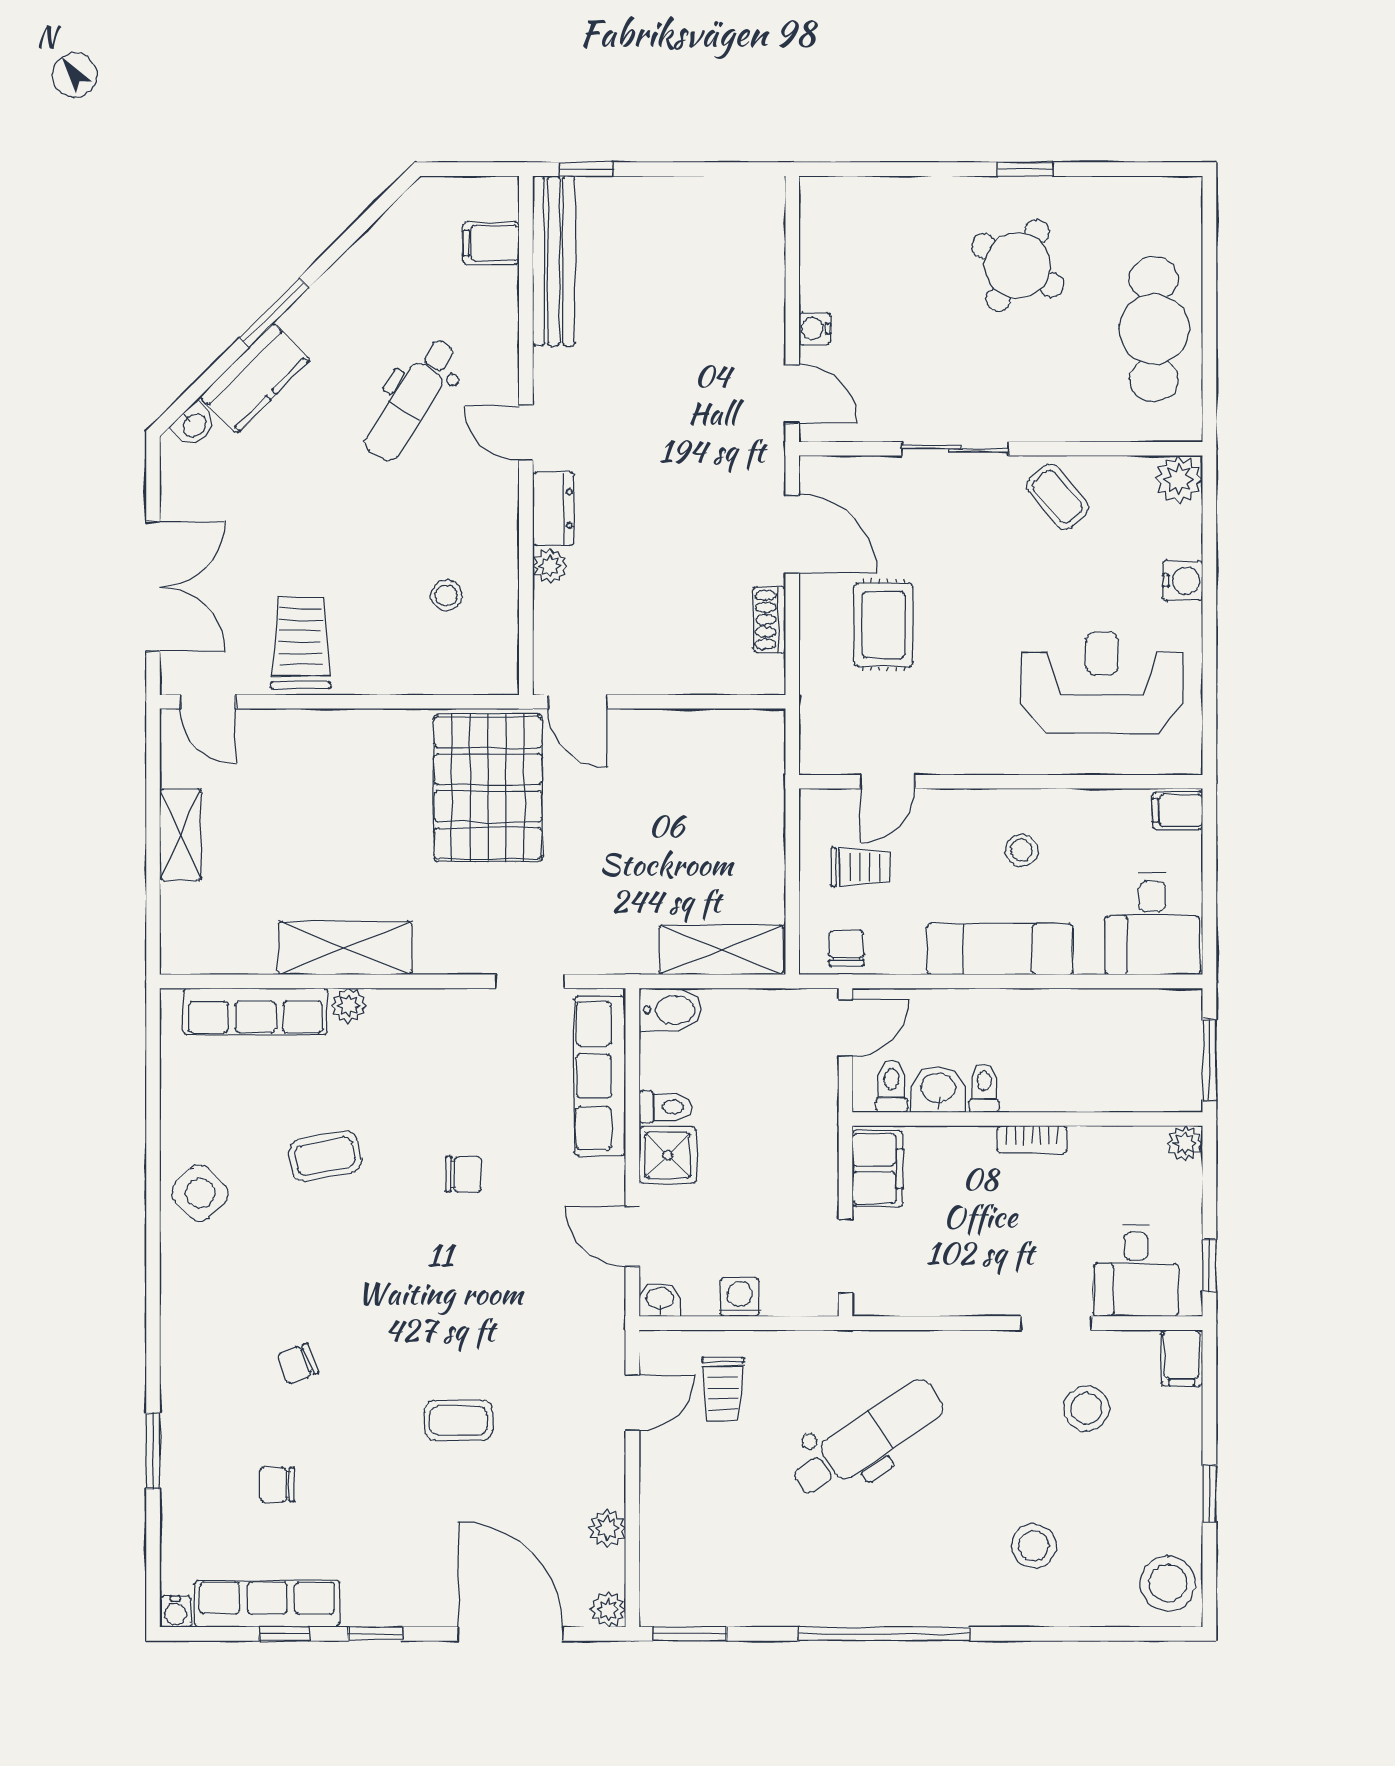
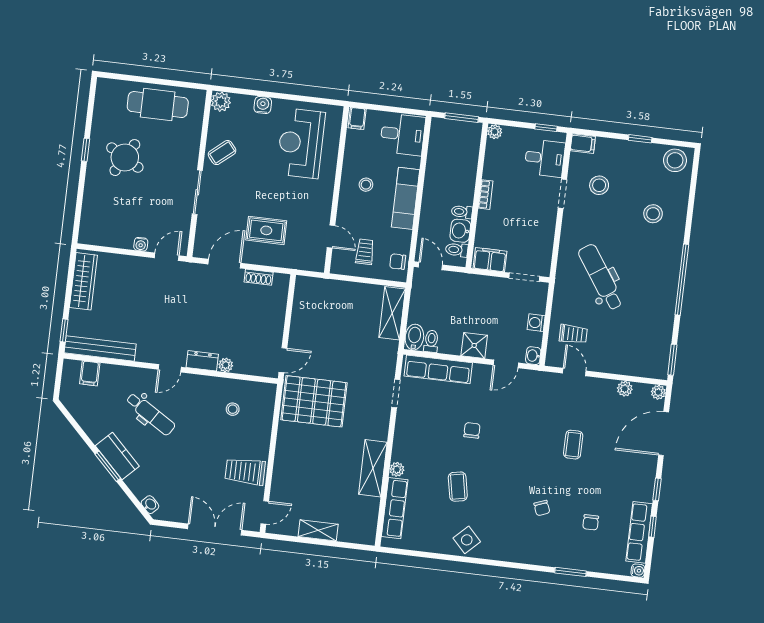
wardrobe: (710, 202) -> (83, 281), added
kitchen counter: (255, 378) -> (117, 456), moved
toilet: (665, 1107) -> (431, 341), moved

